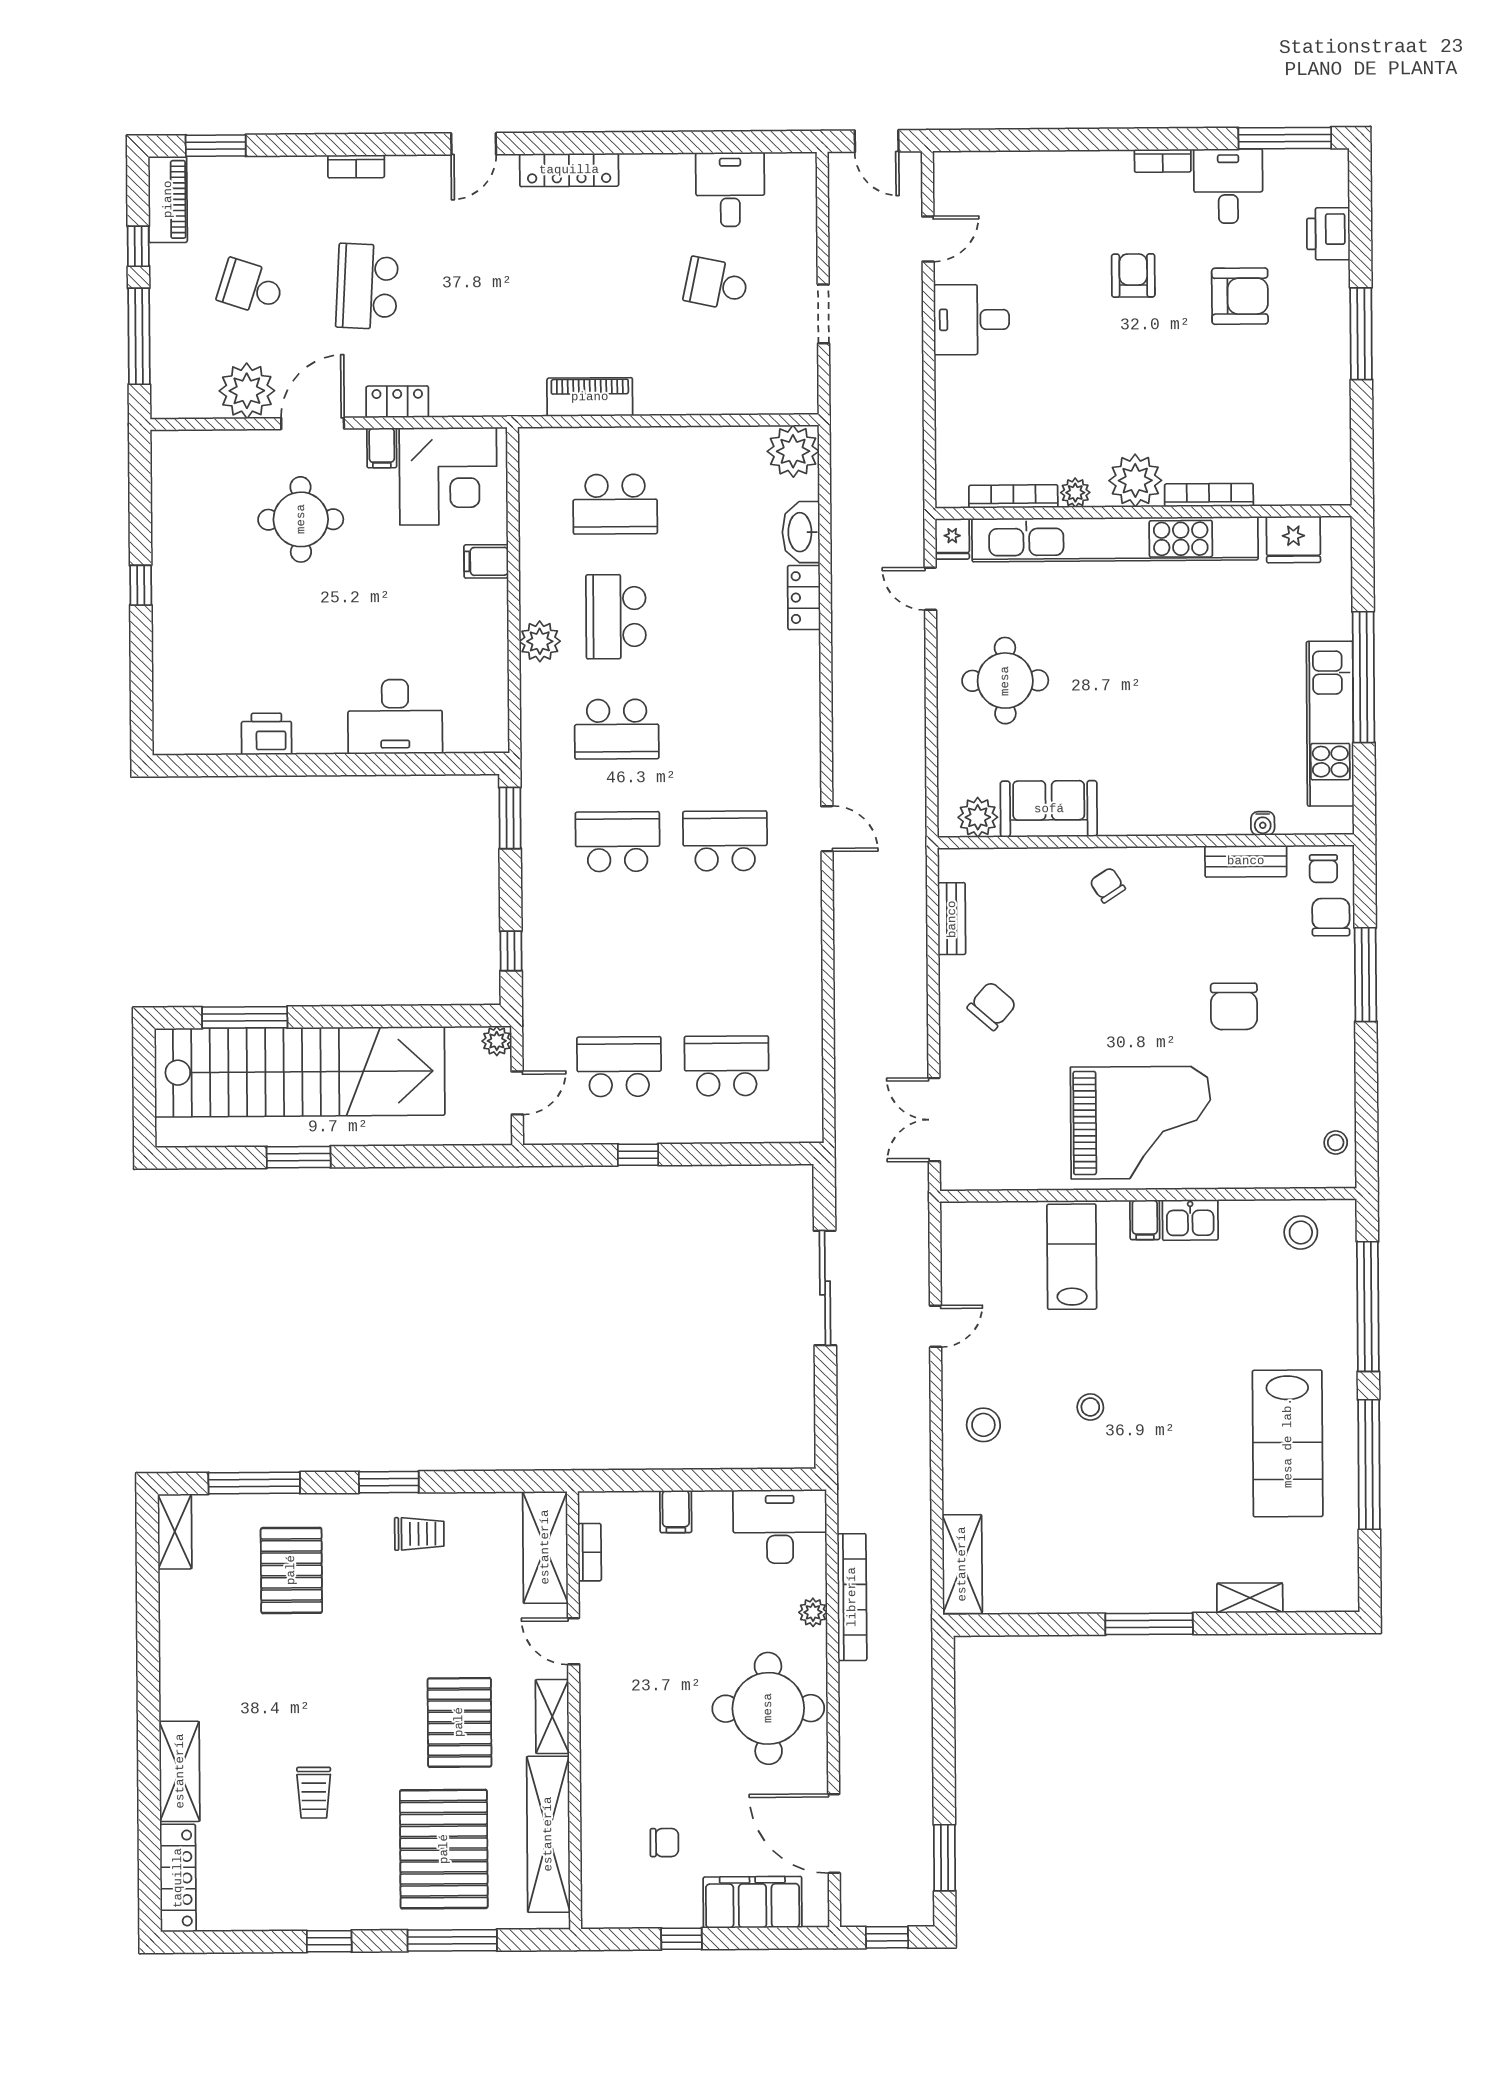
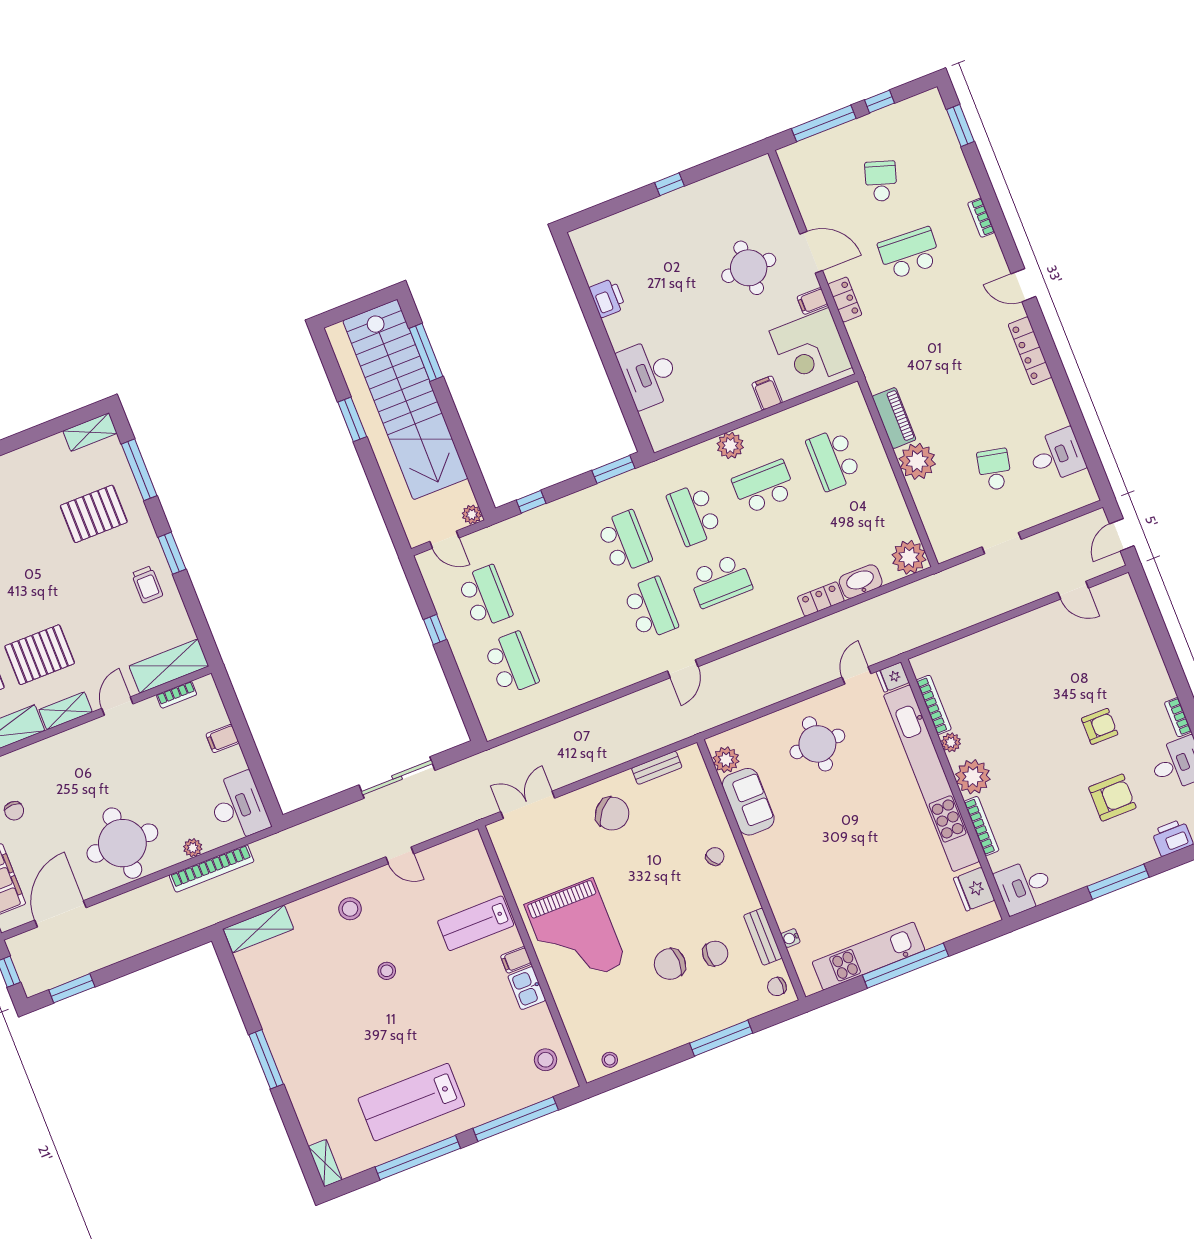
piano: (168, 199) -> (916, 109), removed
armchair: (1240, 296) -> (1112, 798), turned -90
desk: (971, 320) -> (1024, 886), moved, turned -90
plant: (247, 391) -> (917, 461), moved
school desk: (724, 728) -> (720, 581), added
chair: (1331, 917) -> (715, 953), moved
chair: (992, 1006) -> (612, 814), width x1.37, depth x1.37
lab bench: (1072, 1257) -> (476, 923), turned 180
shelving: (1250, 1598) -> (325, 1163), moved

